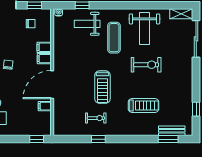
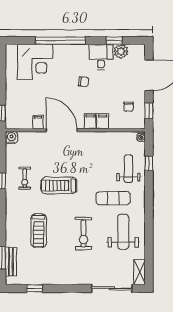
weight bench: (144, 29) -> (123, 232), turned 90
water cooler: (59, 130) -> (11, 137), added

